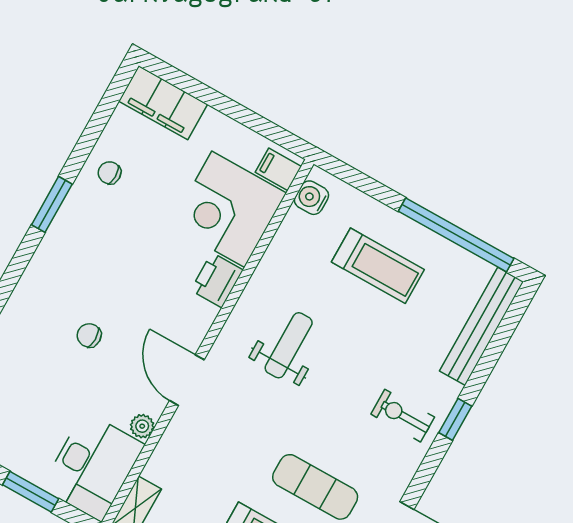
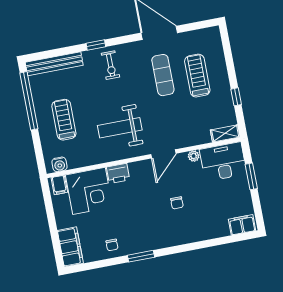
weight bench: (289, 345) -> (120, 128), width x1.36, depth x1.33

